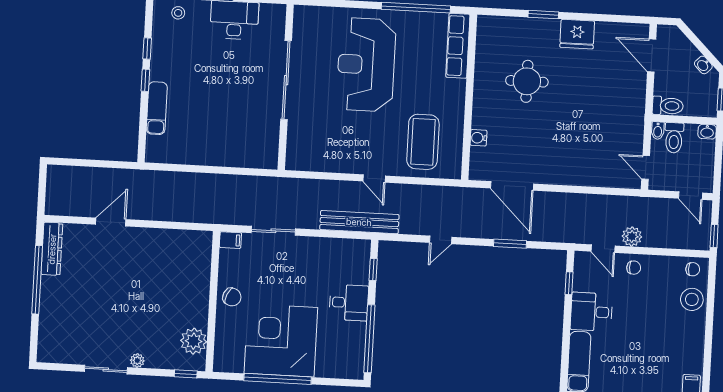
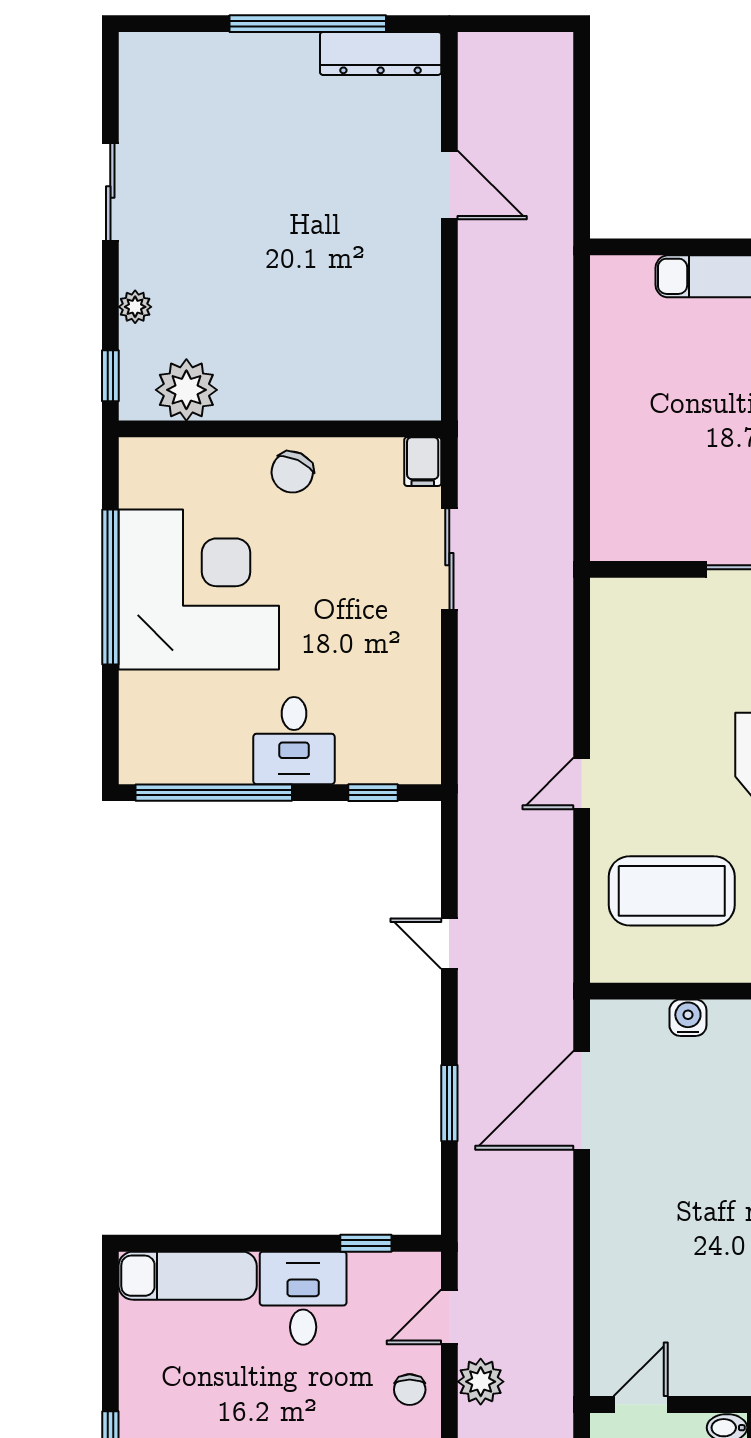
bench: (359, 222) -> (480, 755), removed
plant: (137, 360) -> (135, 307), moved

